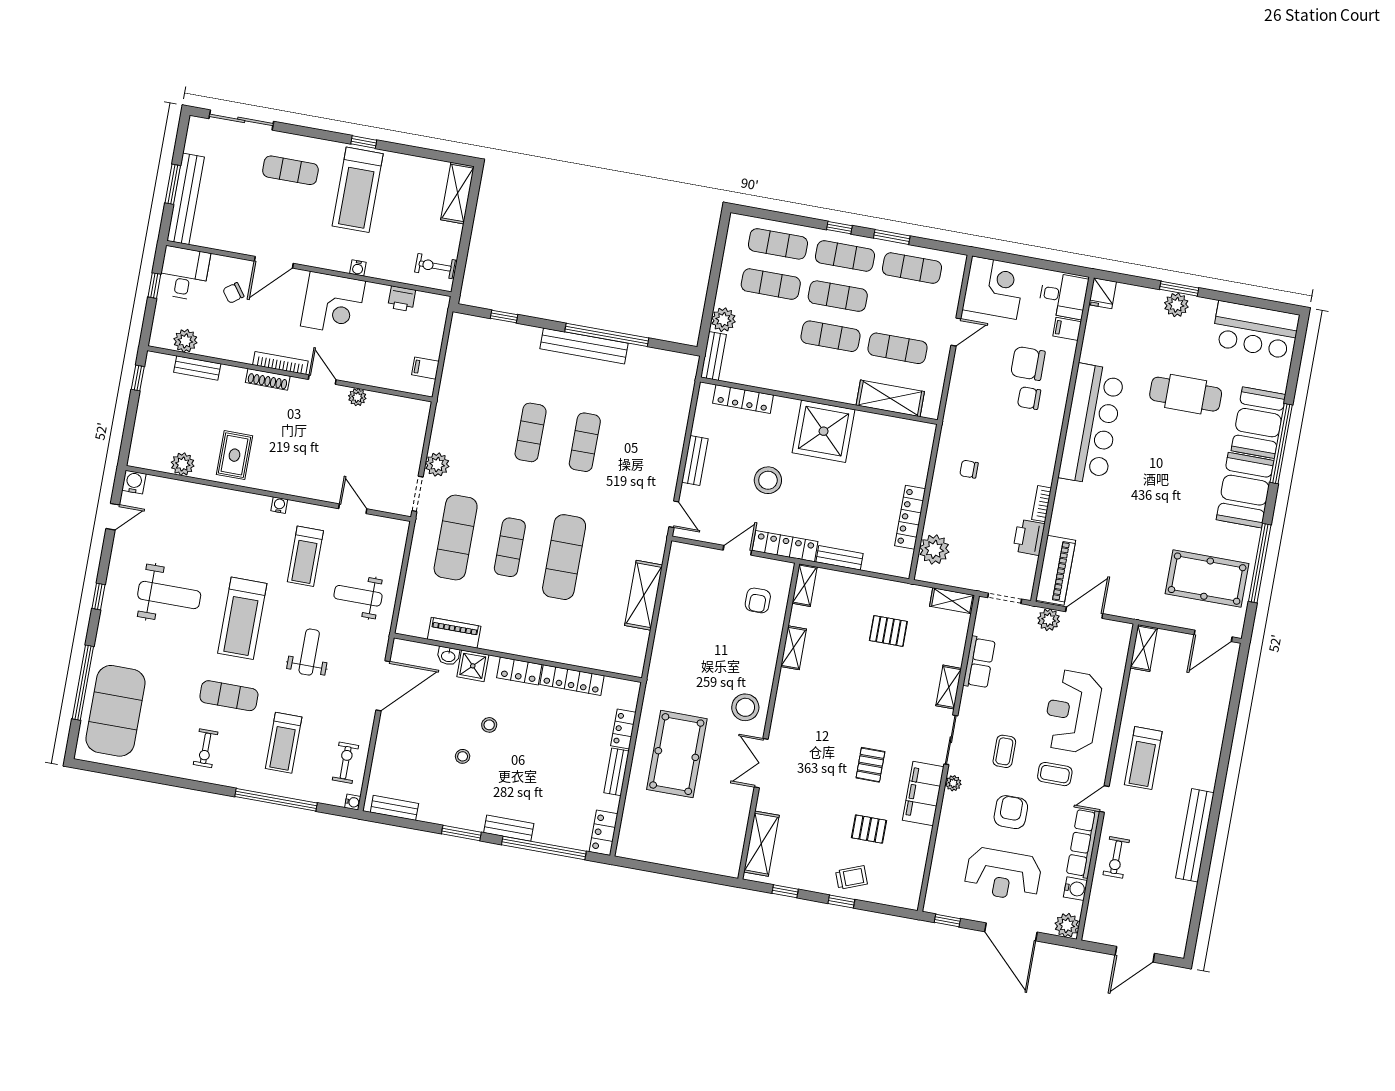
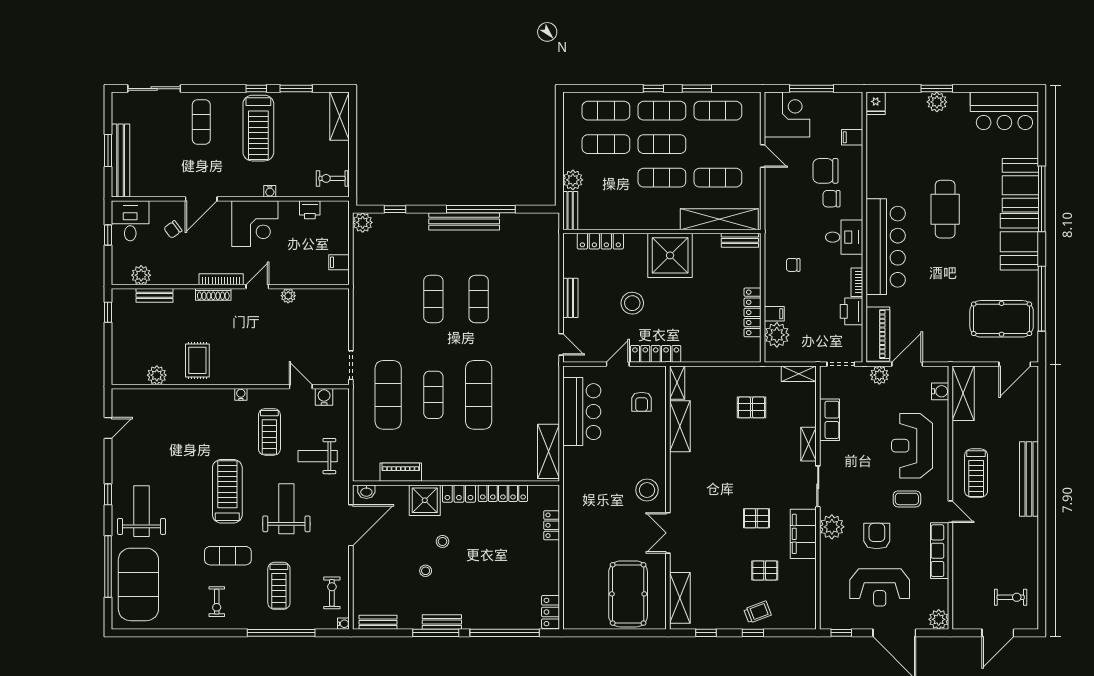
window: (411, 151) -> (296, 89), added
exercise mat: (290, 170) -> (201, 122), turned 90
window: (1029, 262) -> (811, 89), added
desk: (1063, 296) -> (844, 237), moved
door: (956, 332) -> (763, 156), hinge flipped
door: (322, 380) -> (257, 287), hinge flipped
cafe table: (1186, 394) -> (945, 209), moved, turned 90
shelving: (890, 398) -> (719, 219), width x1.47
bar counter: (1091, 424) -> (886, 247), moved
plant: (437, 465) -> (363, 222), moved
water cooler: (134, 482) -> (324, 397), moved
filing cabinet: (936, 524) -> (774, 314), added
bench: (840, 558) -> (740, 240), moved
weight bench: (169, 595) -> (142, 511), moved, turned -90
shelving: (644, 595) -> (548, 451), moved
bar counter: (684, 599) -> (582, 412), added
treadmill: (242, 618) -> (227, 491), turned 180
shelving: (794, 648) -> (680, 426), width x1.50, depth x1.33
shelving: (1144, 648) -> (963, 393), width x1.50, depth x1.33
weight bench: (309, 652) -> (286, 509), width x1.36, depth x1.33
washbasin: (448, 656) -> (366, 492), moved
shower: (473, 666) -> (425, 500), width x1.36, depth x1.36
coffee table: (1004, 751) -> (863, 488), removed
pool table: (677, 754) -> (628, 594), moved
pallet: (870, 765) -> (756, 518), turned 90
bench: (616, 772) -> (552, 561), removed
plant: (953, 783) -> (832, 527), width x1.88, depth x1.88
door: (1104, 799) -> (950, 512), swing flipped
bench: (509, 828) -> (442, 622), moved
window: (461, 833) -> (436, 633), width x1.44
bench: (1195, 835) -> (1029, 479), moved
exercise bike: (1116, 857) -> (1011, 597), moved, turned -90
water cooler: (1075, 889) -> (940, 391), moved

